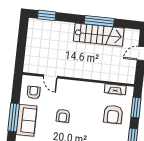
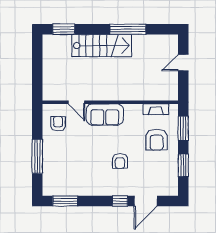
stairs: (99, 35) -> (102, 46), moved
armchair: (63, 116) -> (120, 161), moved
sofa: (26, 120) -> (105, 115), moved, turned 90

